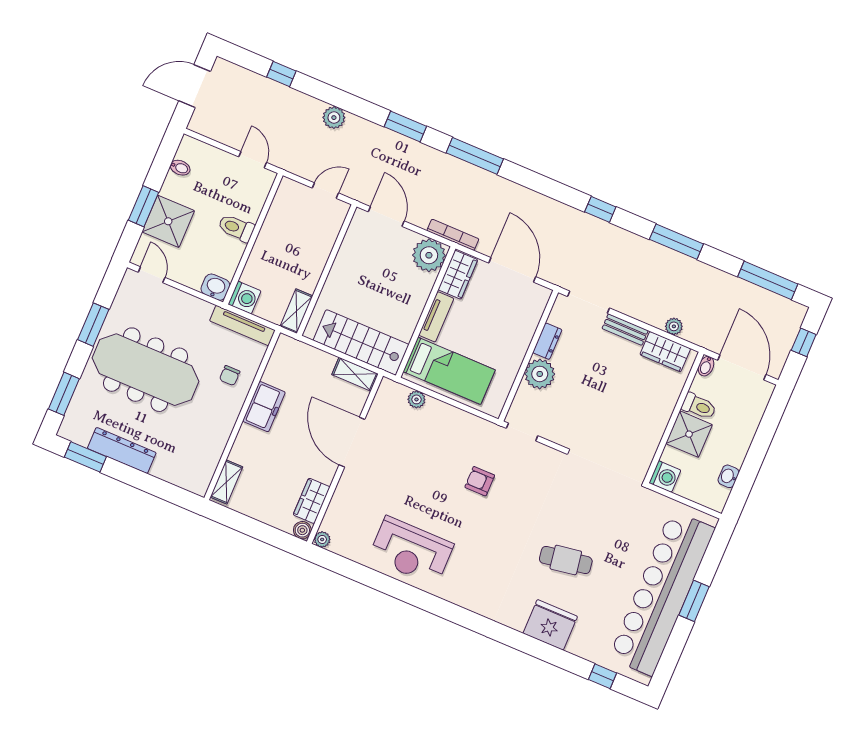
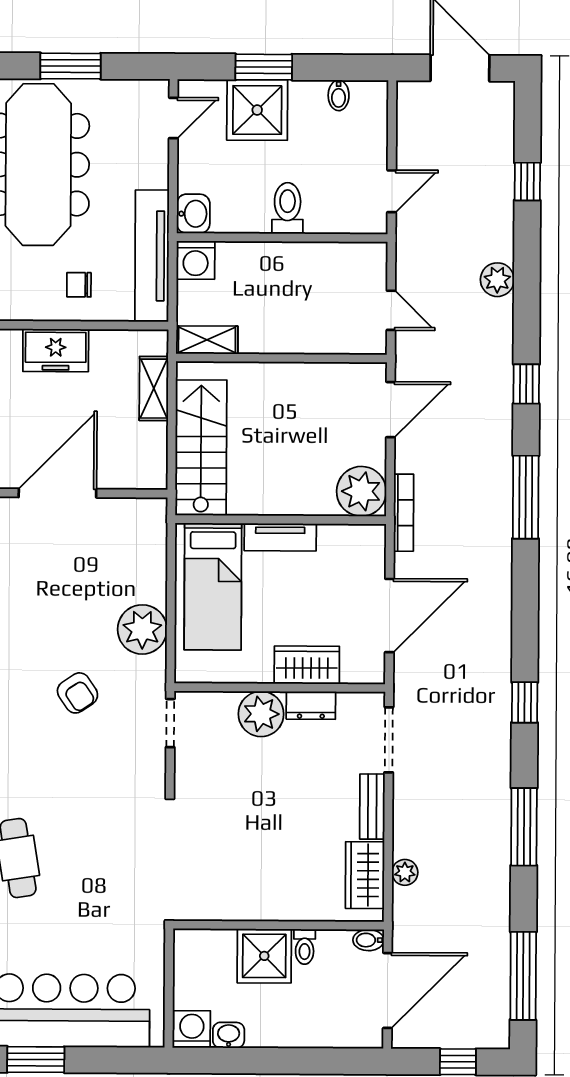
window: (405, 127) -> (526, 384), width x0.67
wardrobe: (458, 275) -> (307, 665), moved, turned 180
tv unit: (242, 326) -> (152, 256), width x1.36, depth x1.29
shelving: (355, 374) -> (154, 389), moved
plant: (416, 399) -> (142, 629), moved, width x1.87, depth x1.87
toilet: (699, 406) -> (305, 947), width x0.73, depth x0.72
washing machine: (665, 477) -> (192, 1029), moved, turned 180
armchair: (480, 481) -> (77, 693), turned 146

